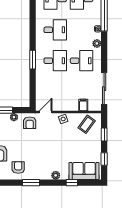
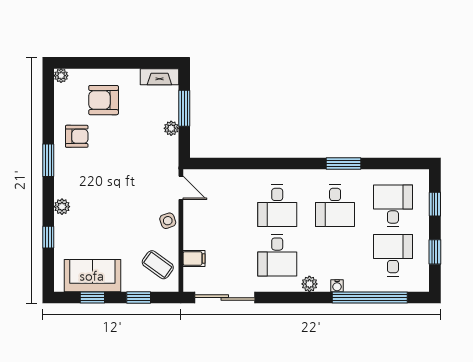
window: (33, 60) -> (343, 163), moved
armchair: (30, 123) -> (161, 158), removed
sofa: (84, 171) -> (92, 276), moved, turned -90

